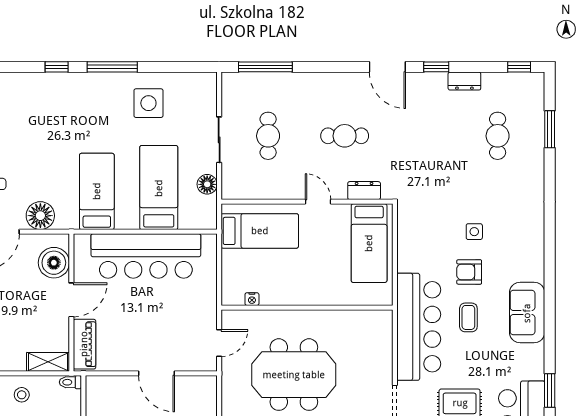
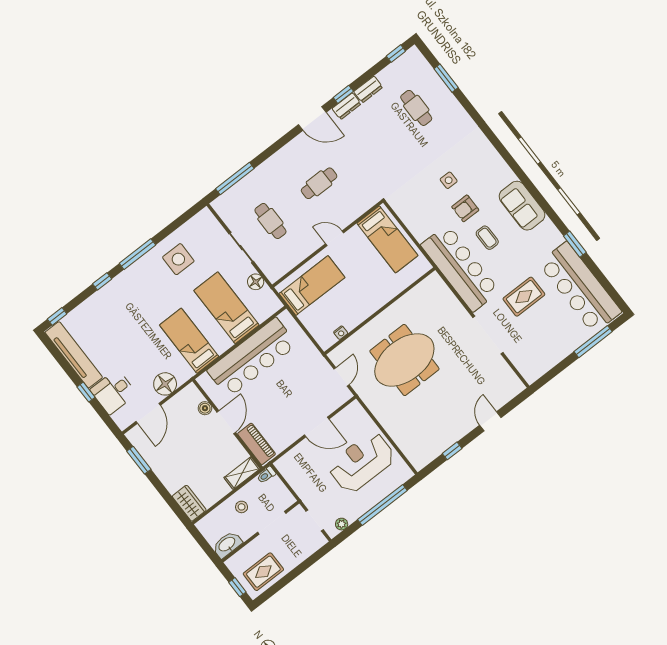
dresser: (364, 191) -> (347, 106), moved, turned 180
boiler: (54, 263) -> (205, 408), width x0.54, depth x0.54

